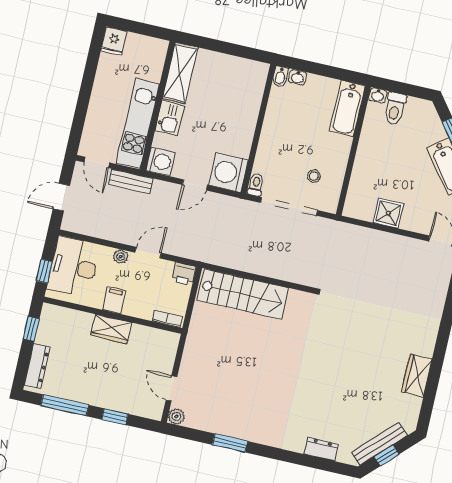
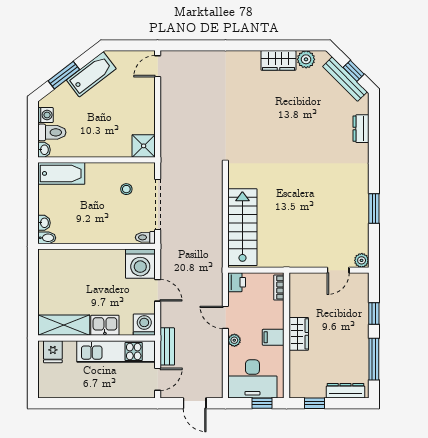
fridge: (114, 41) -> (53, 352), moved, turned 90
washing machine: (415, 106) -> (46, 115), added
shower: (388, 213) -> (144, 146), moved
plant: (411, 406) -> (306, 59), added

